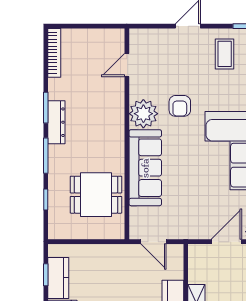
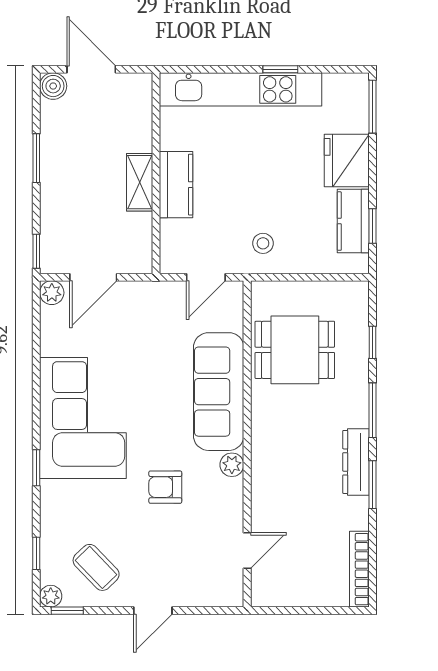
coffee table: (225, 54) -> (96, 567), turned -44
armchair: (180, 106) -> (165, 487), turned -90
plant: (143, 114) -> (232, 465), width x0.53, depth x0.53
door: (154, 242) -> (206, 277), swing flipped
stool: (117, 264) -> (263, 243), added

